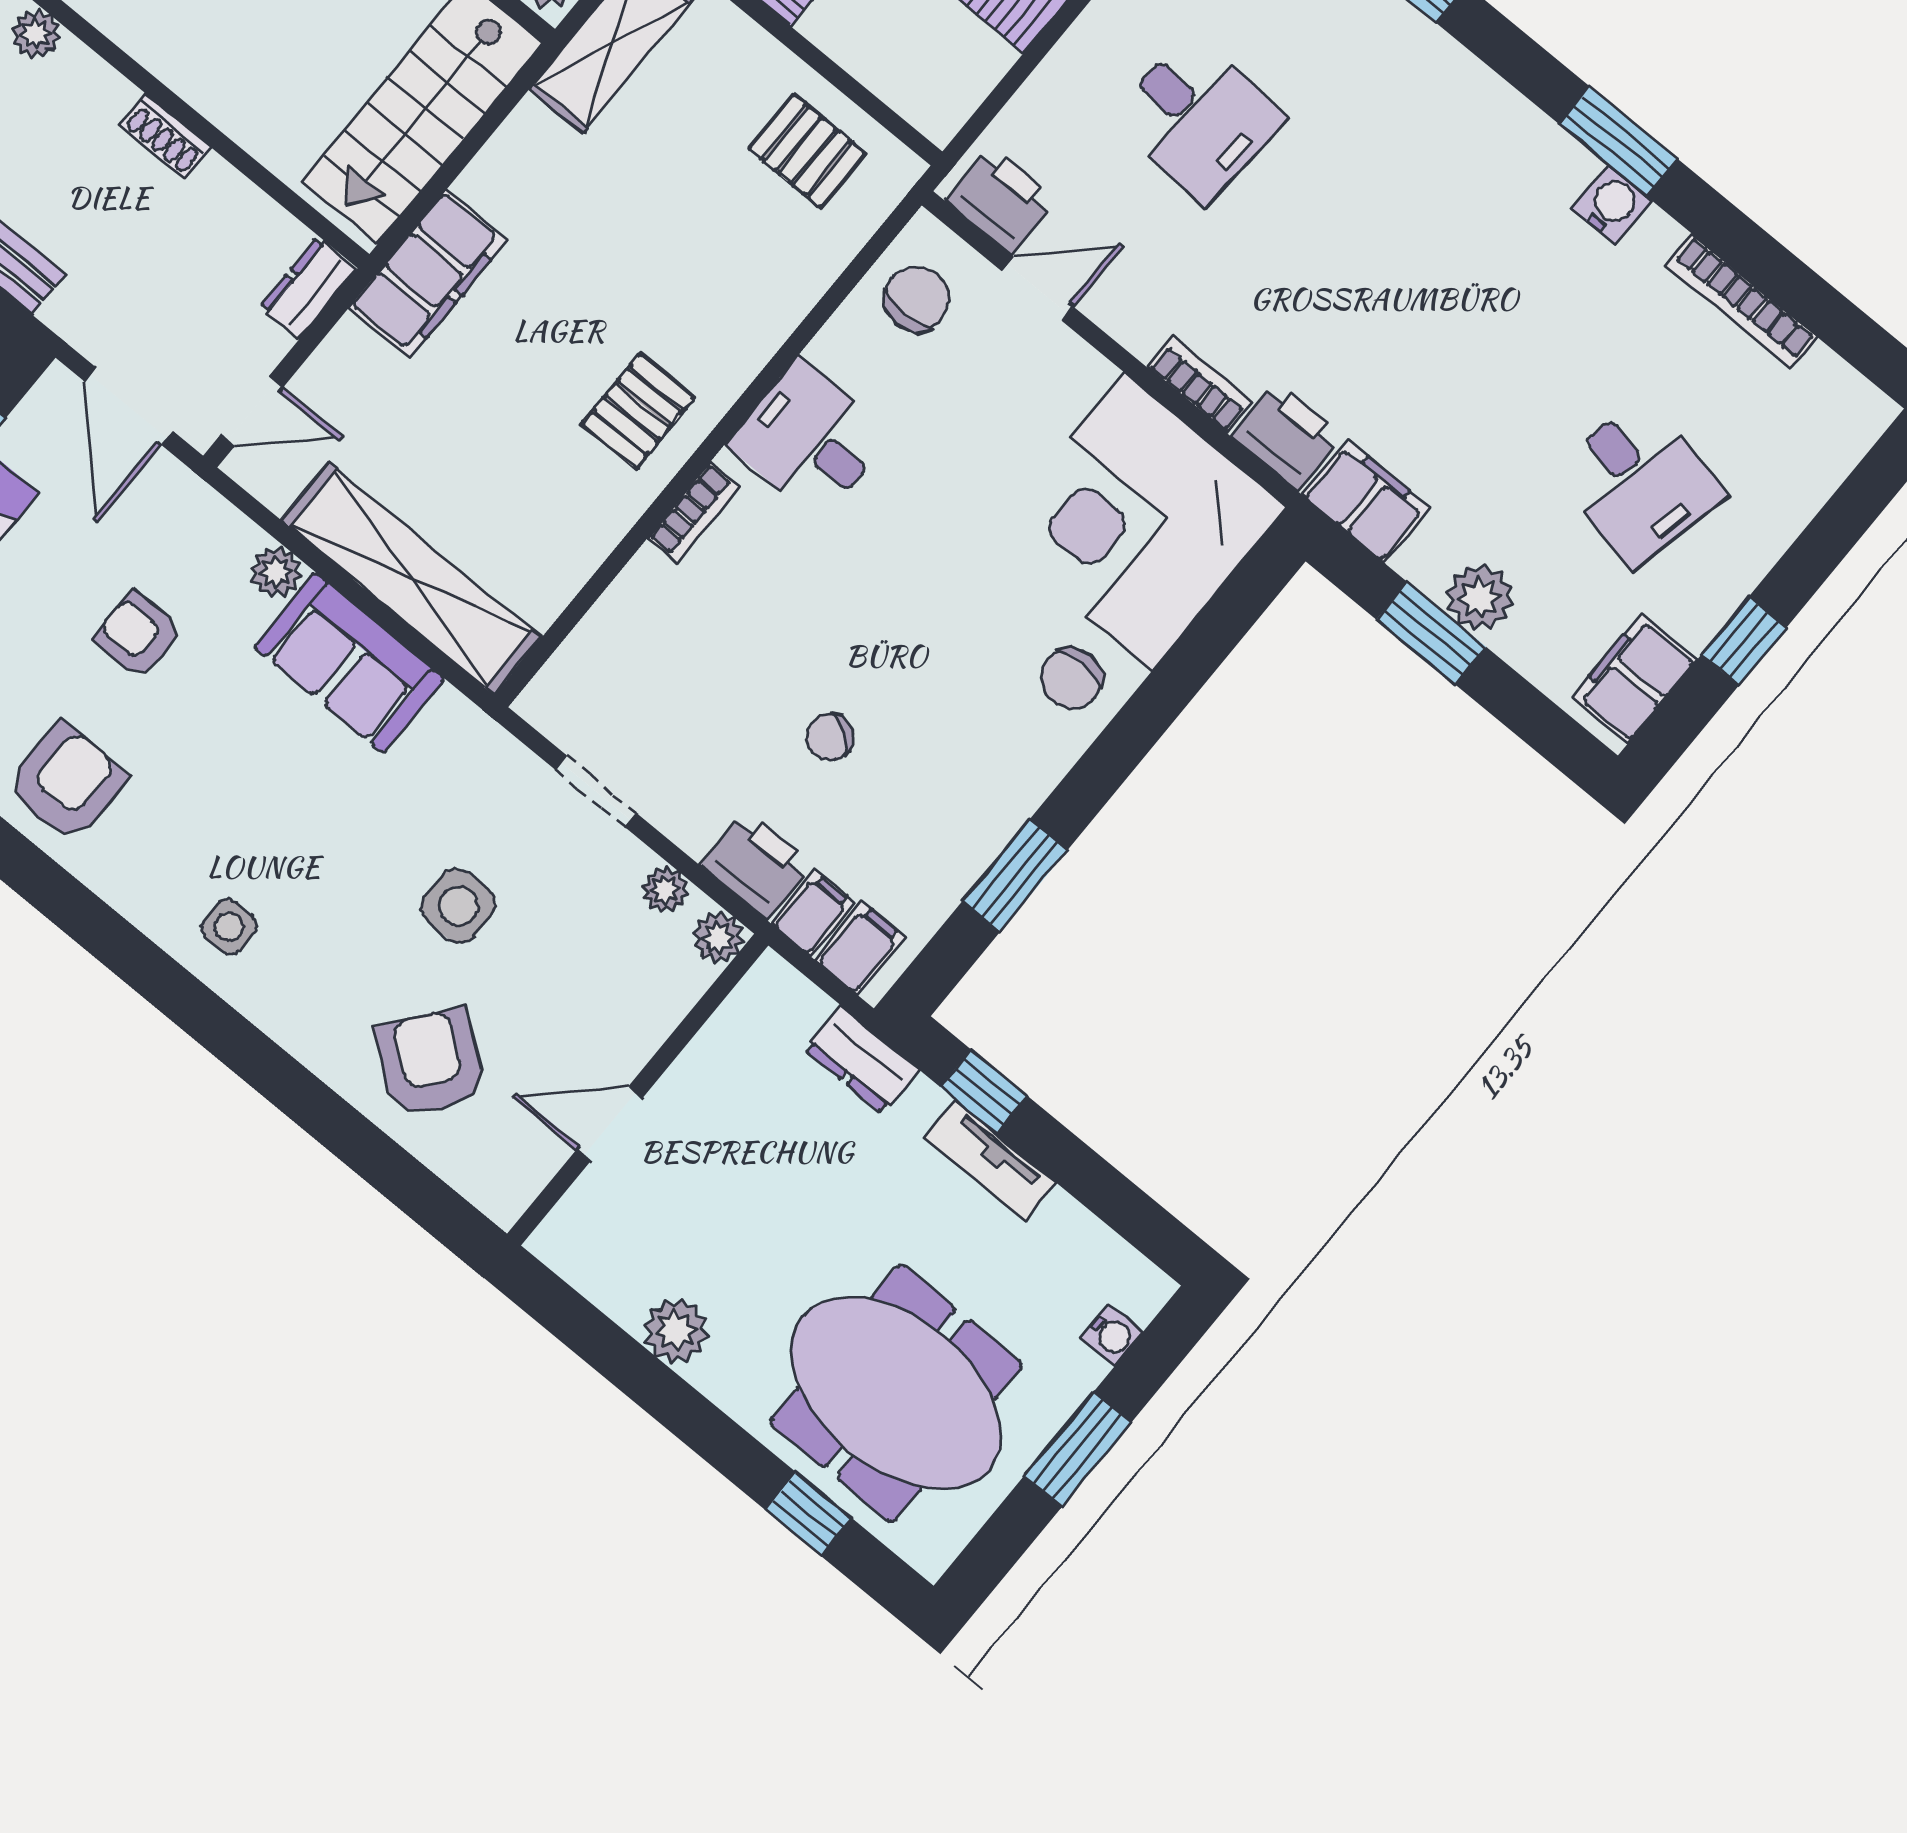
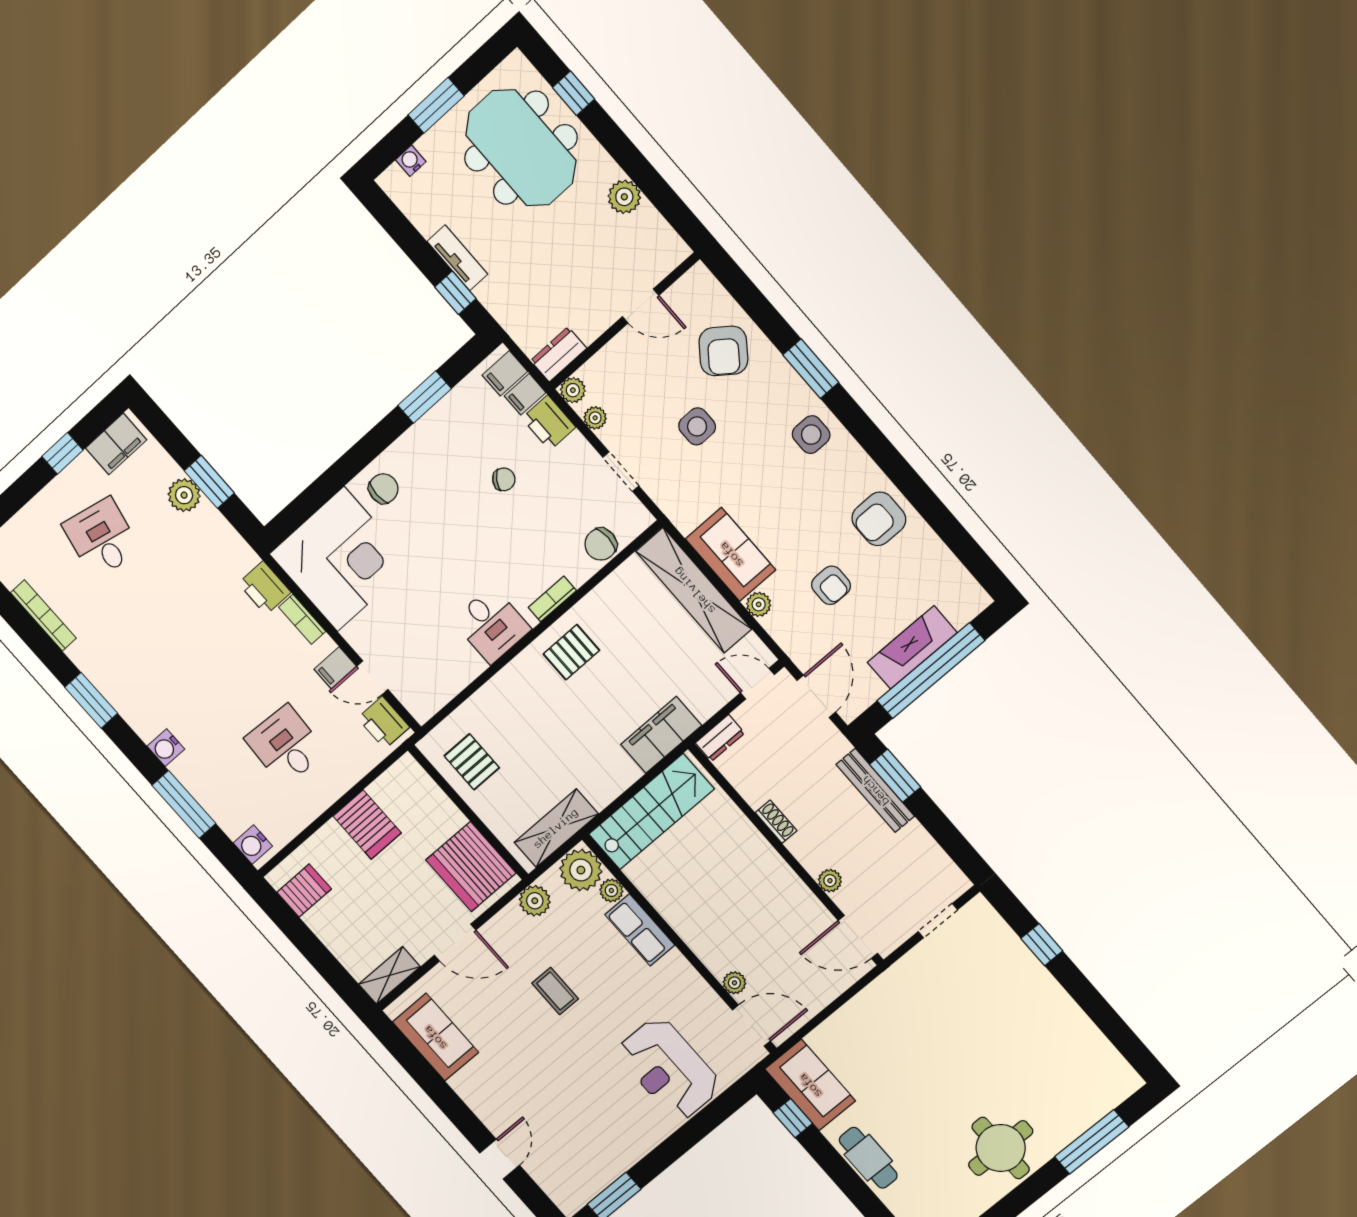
water cooler: (1612, 205) -> (166, 748), moved
chair: (917, 299) -> (601, 544), moved
filing cabinet: (1366, 501) -> (335, 668), moved, width x0.50
side table: (229, 927) -> (811, 435), width x1.37, depth x1.37
window: (252, 1055) -> (811, 369), added
dresser: (862, 1060) -> (559, 354), moved, turned -90

